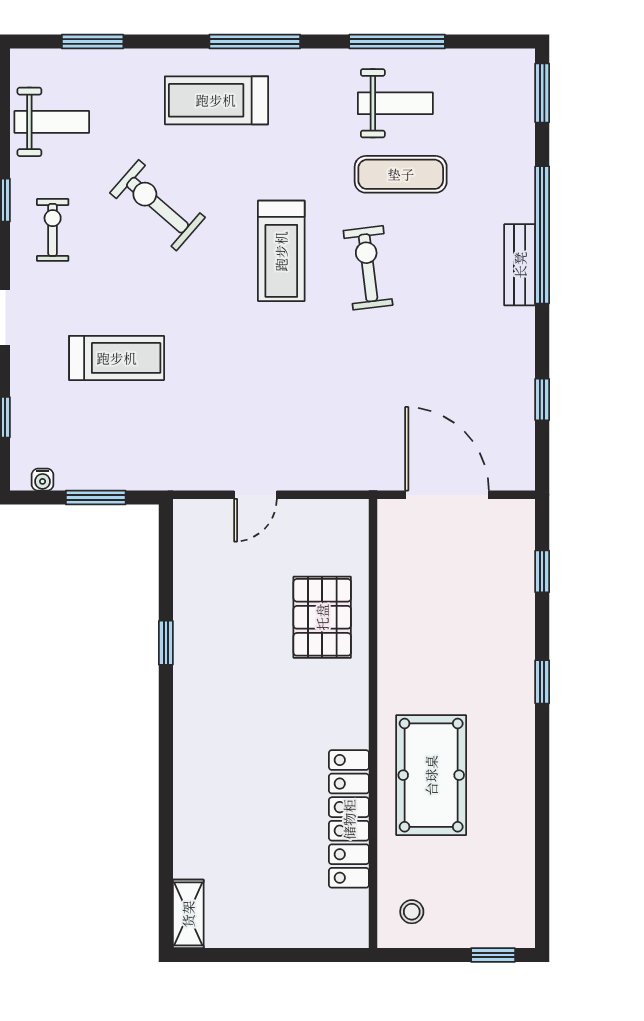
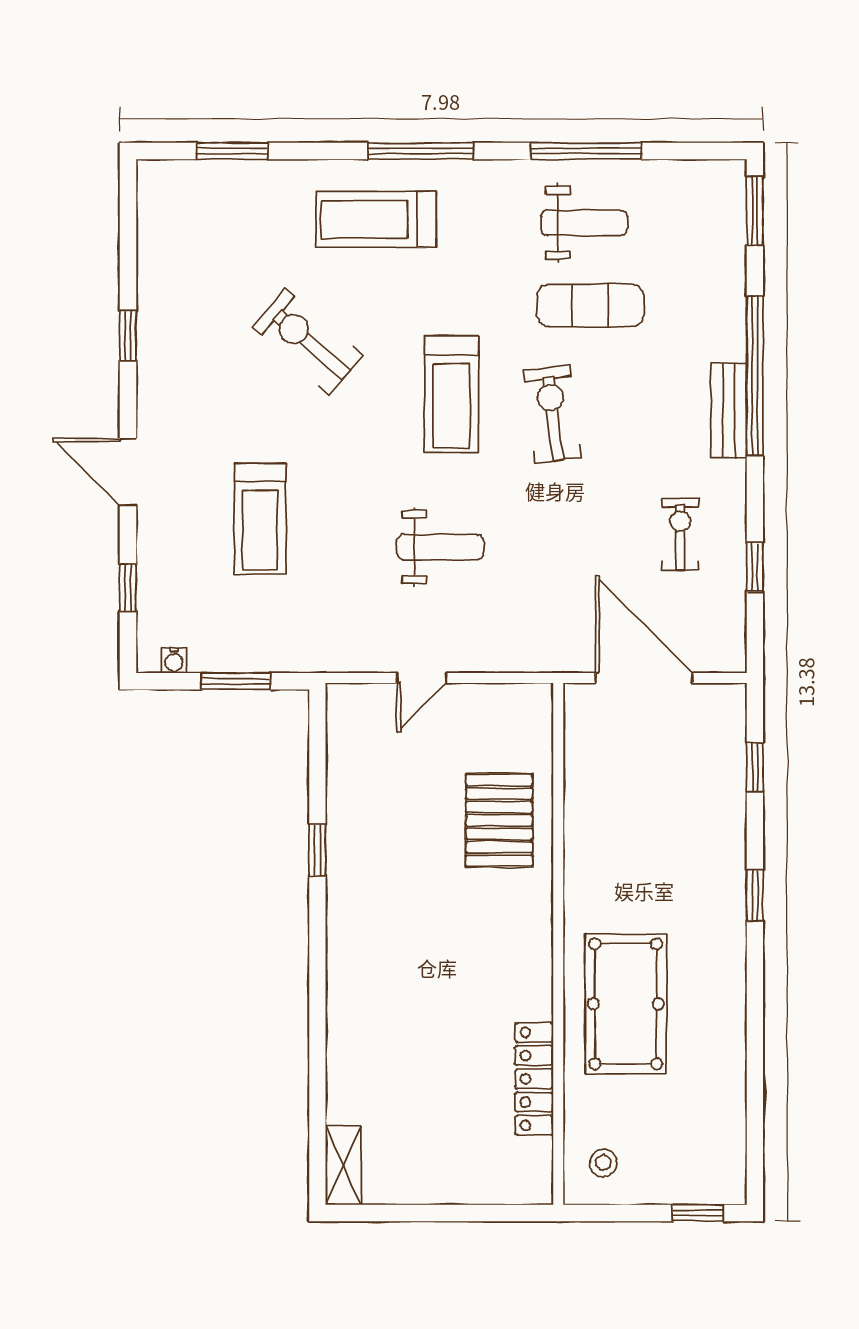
weight bench: (52, 122) -> (440, 547), moved
exercise bike: (53, 230) -> (680, 534), moved
treadmill: (117, 358) -> (260, 519), turned 90
locker: (349, 819) -> (534, 1079), width x0.71, depth x0.83

